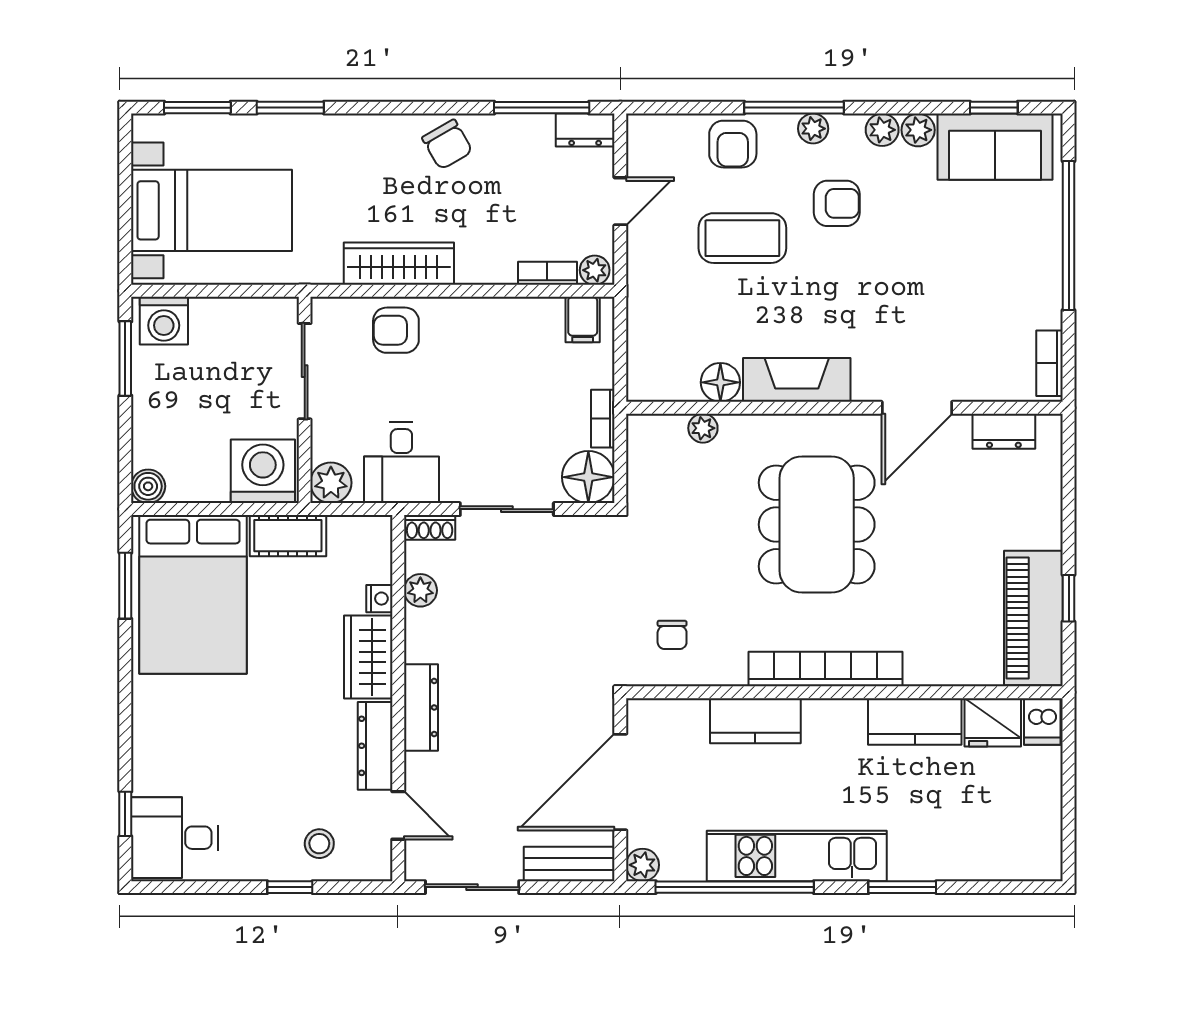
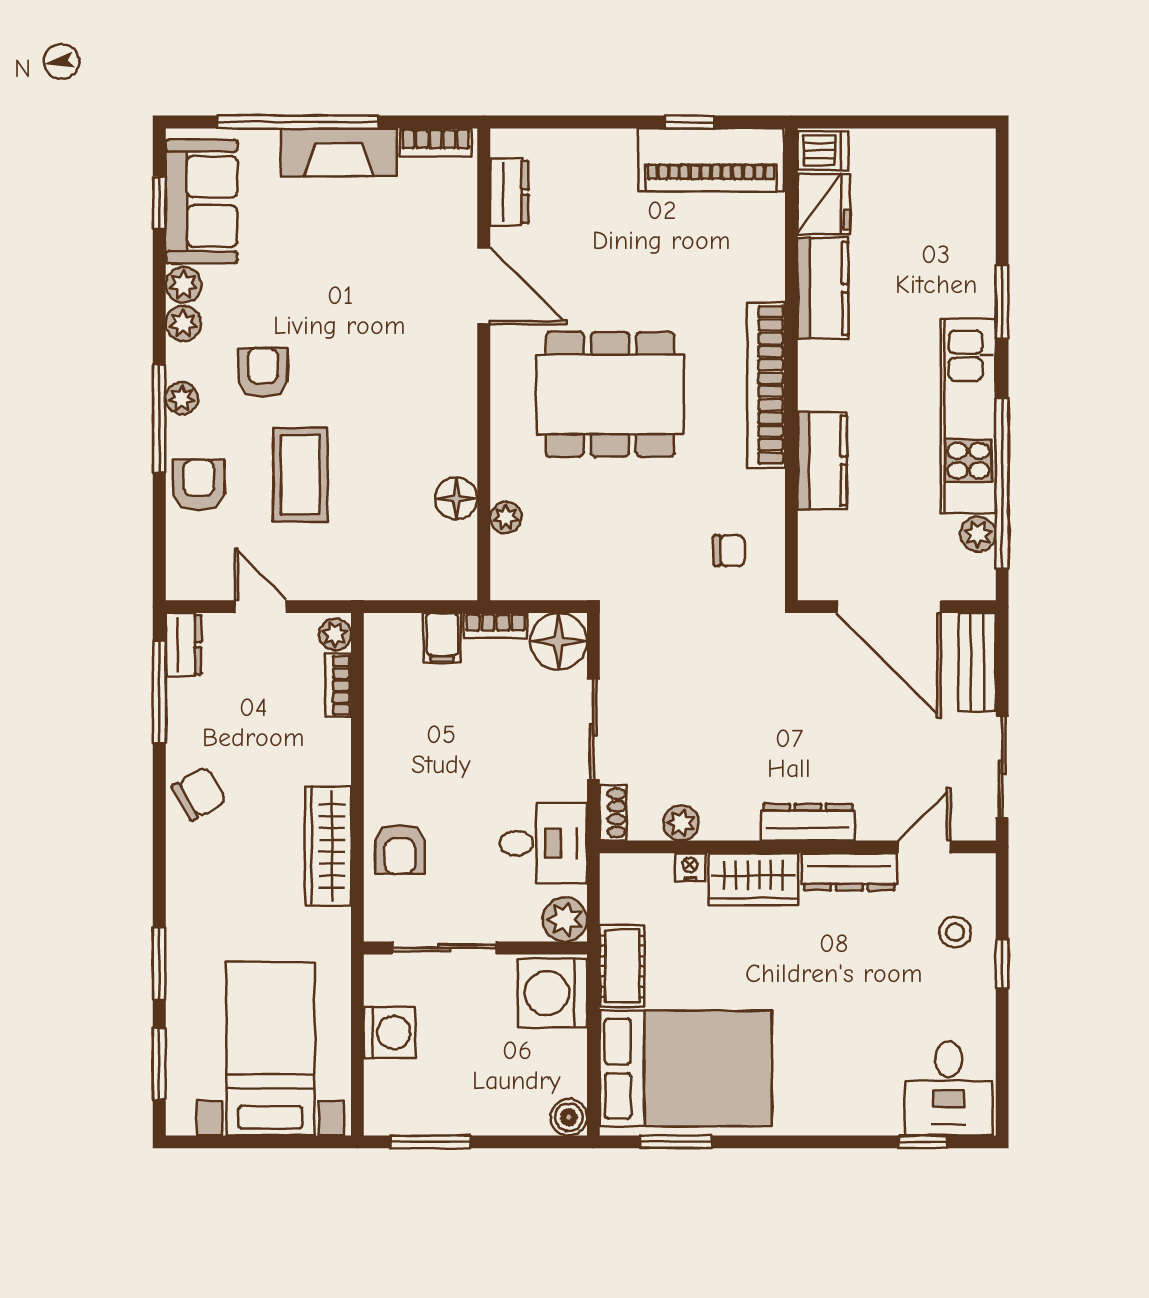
armchair: (733, 144) -> (199, 485), turned -90
filing cabinet: (583, 319) -> (442, 638), moved, turned 90
washing machine: (164, 321) -> (390, 1032), moved
fireplace: (797, 380) -> (339, 152), moved, turned -90
plant: (642, 865) -> (978, 534), moved

